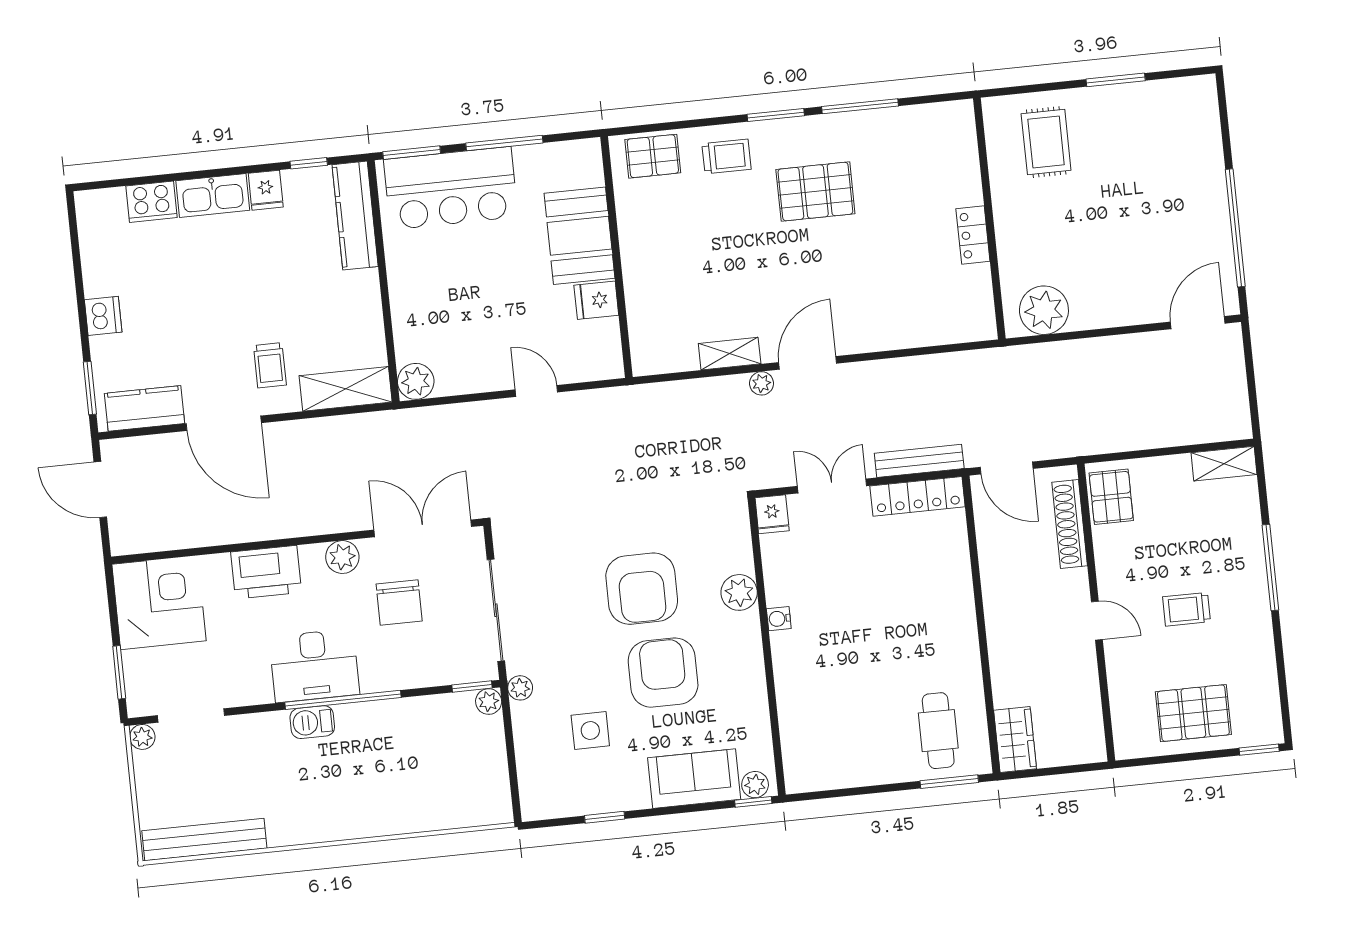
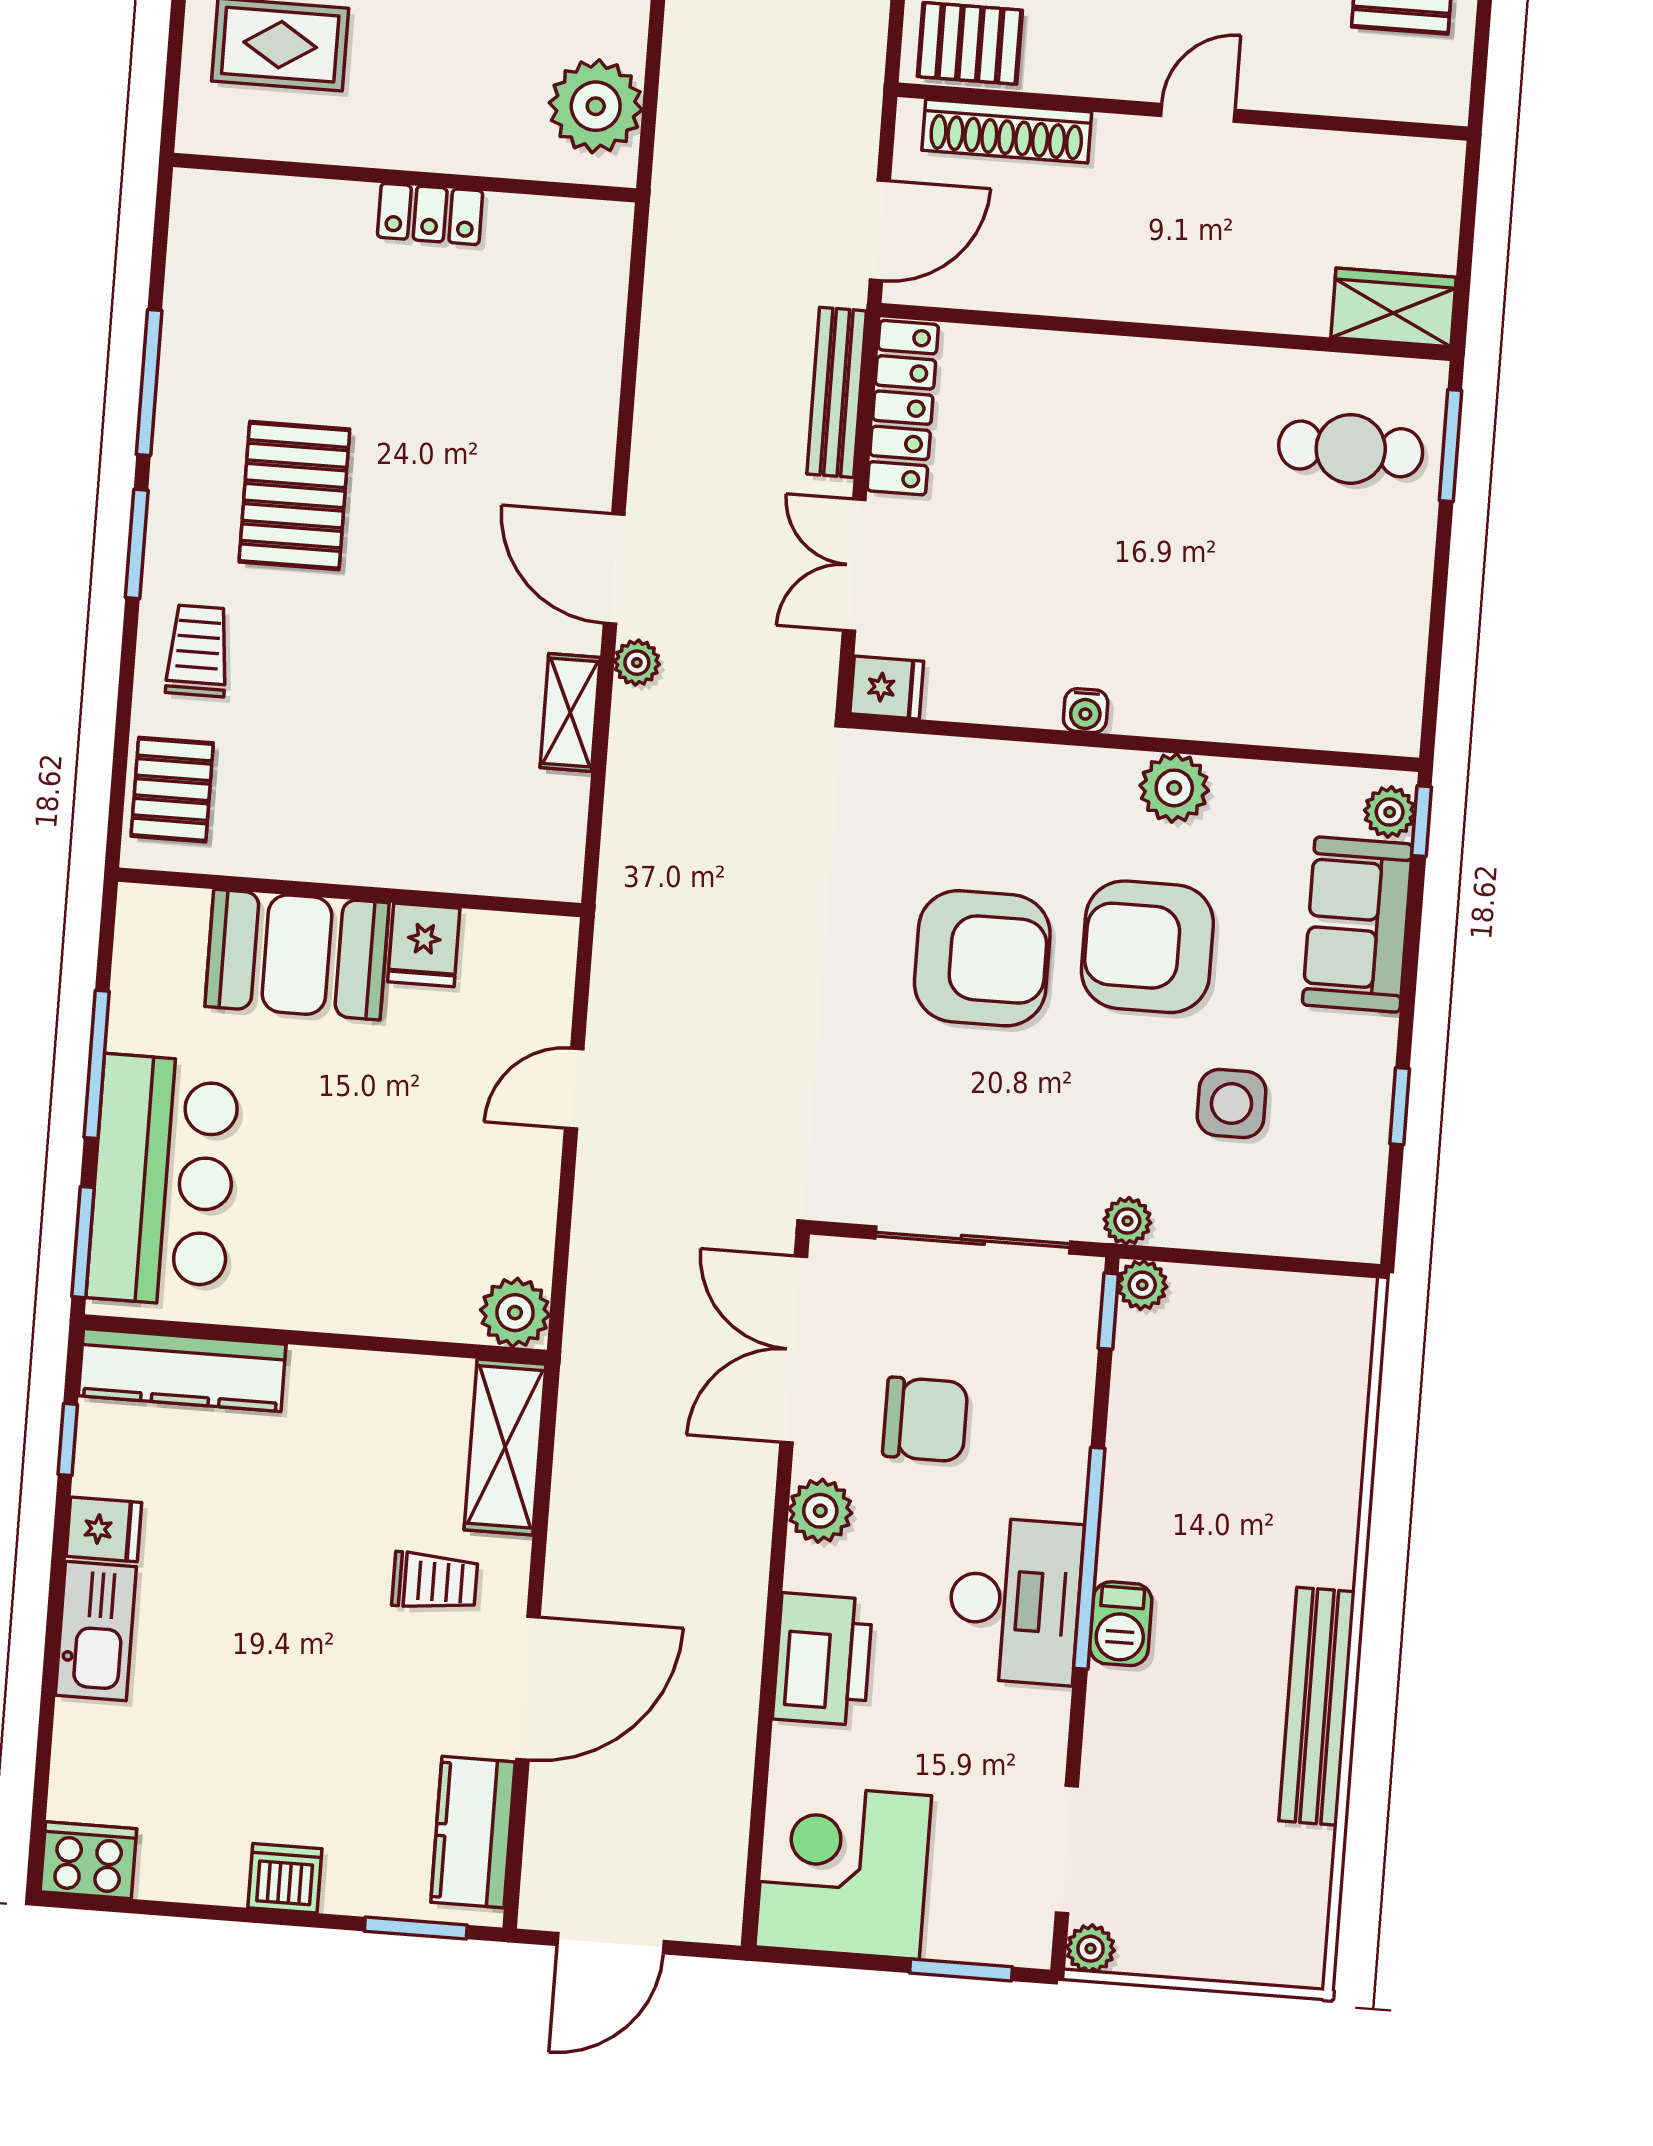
cooker: (151, 202) -> (88, 1860), moved, turned -90
plant: (739, 592) -> (1174, 788), moved
bench: (204, 840) -> (1317, 1706), moved

